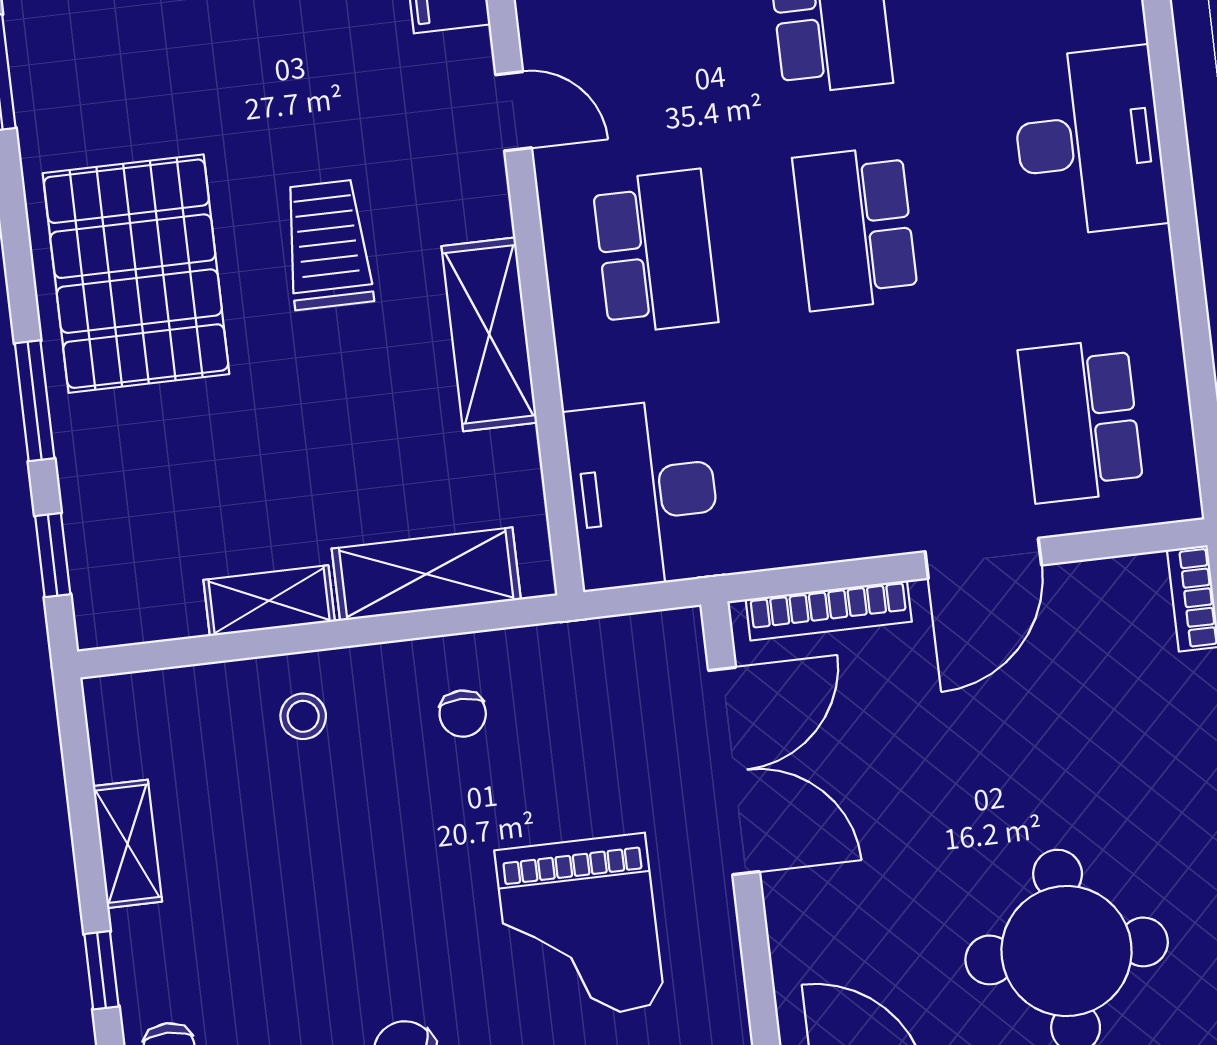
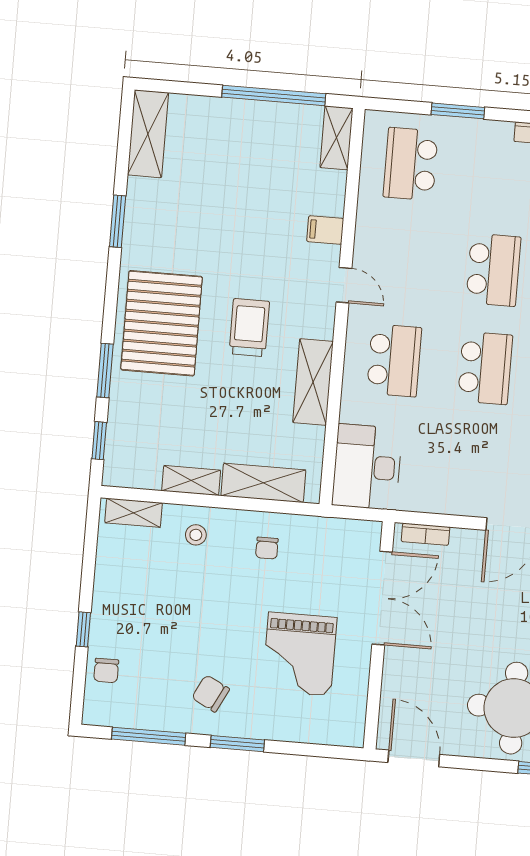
school desk: (855, 228) -> (485, 368), turned 180
bookcase: (829, 610) -> (426, 534), width x0.64
shelving: (127, 844) -> (134, 513), moved, turned 90

